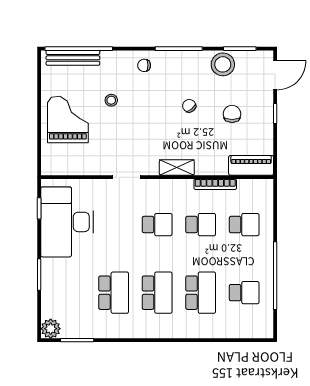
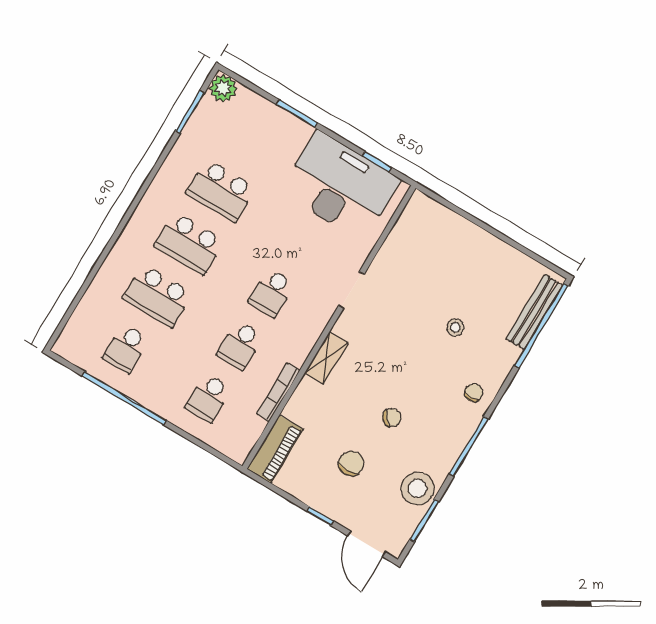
chair: (232, 114) -> (351, 464), turned -90
grand piano: (68, 119) -> (464, 261), removed

